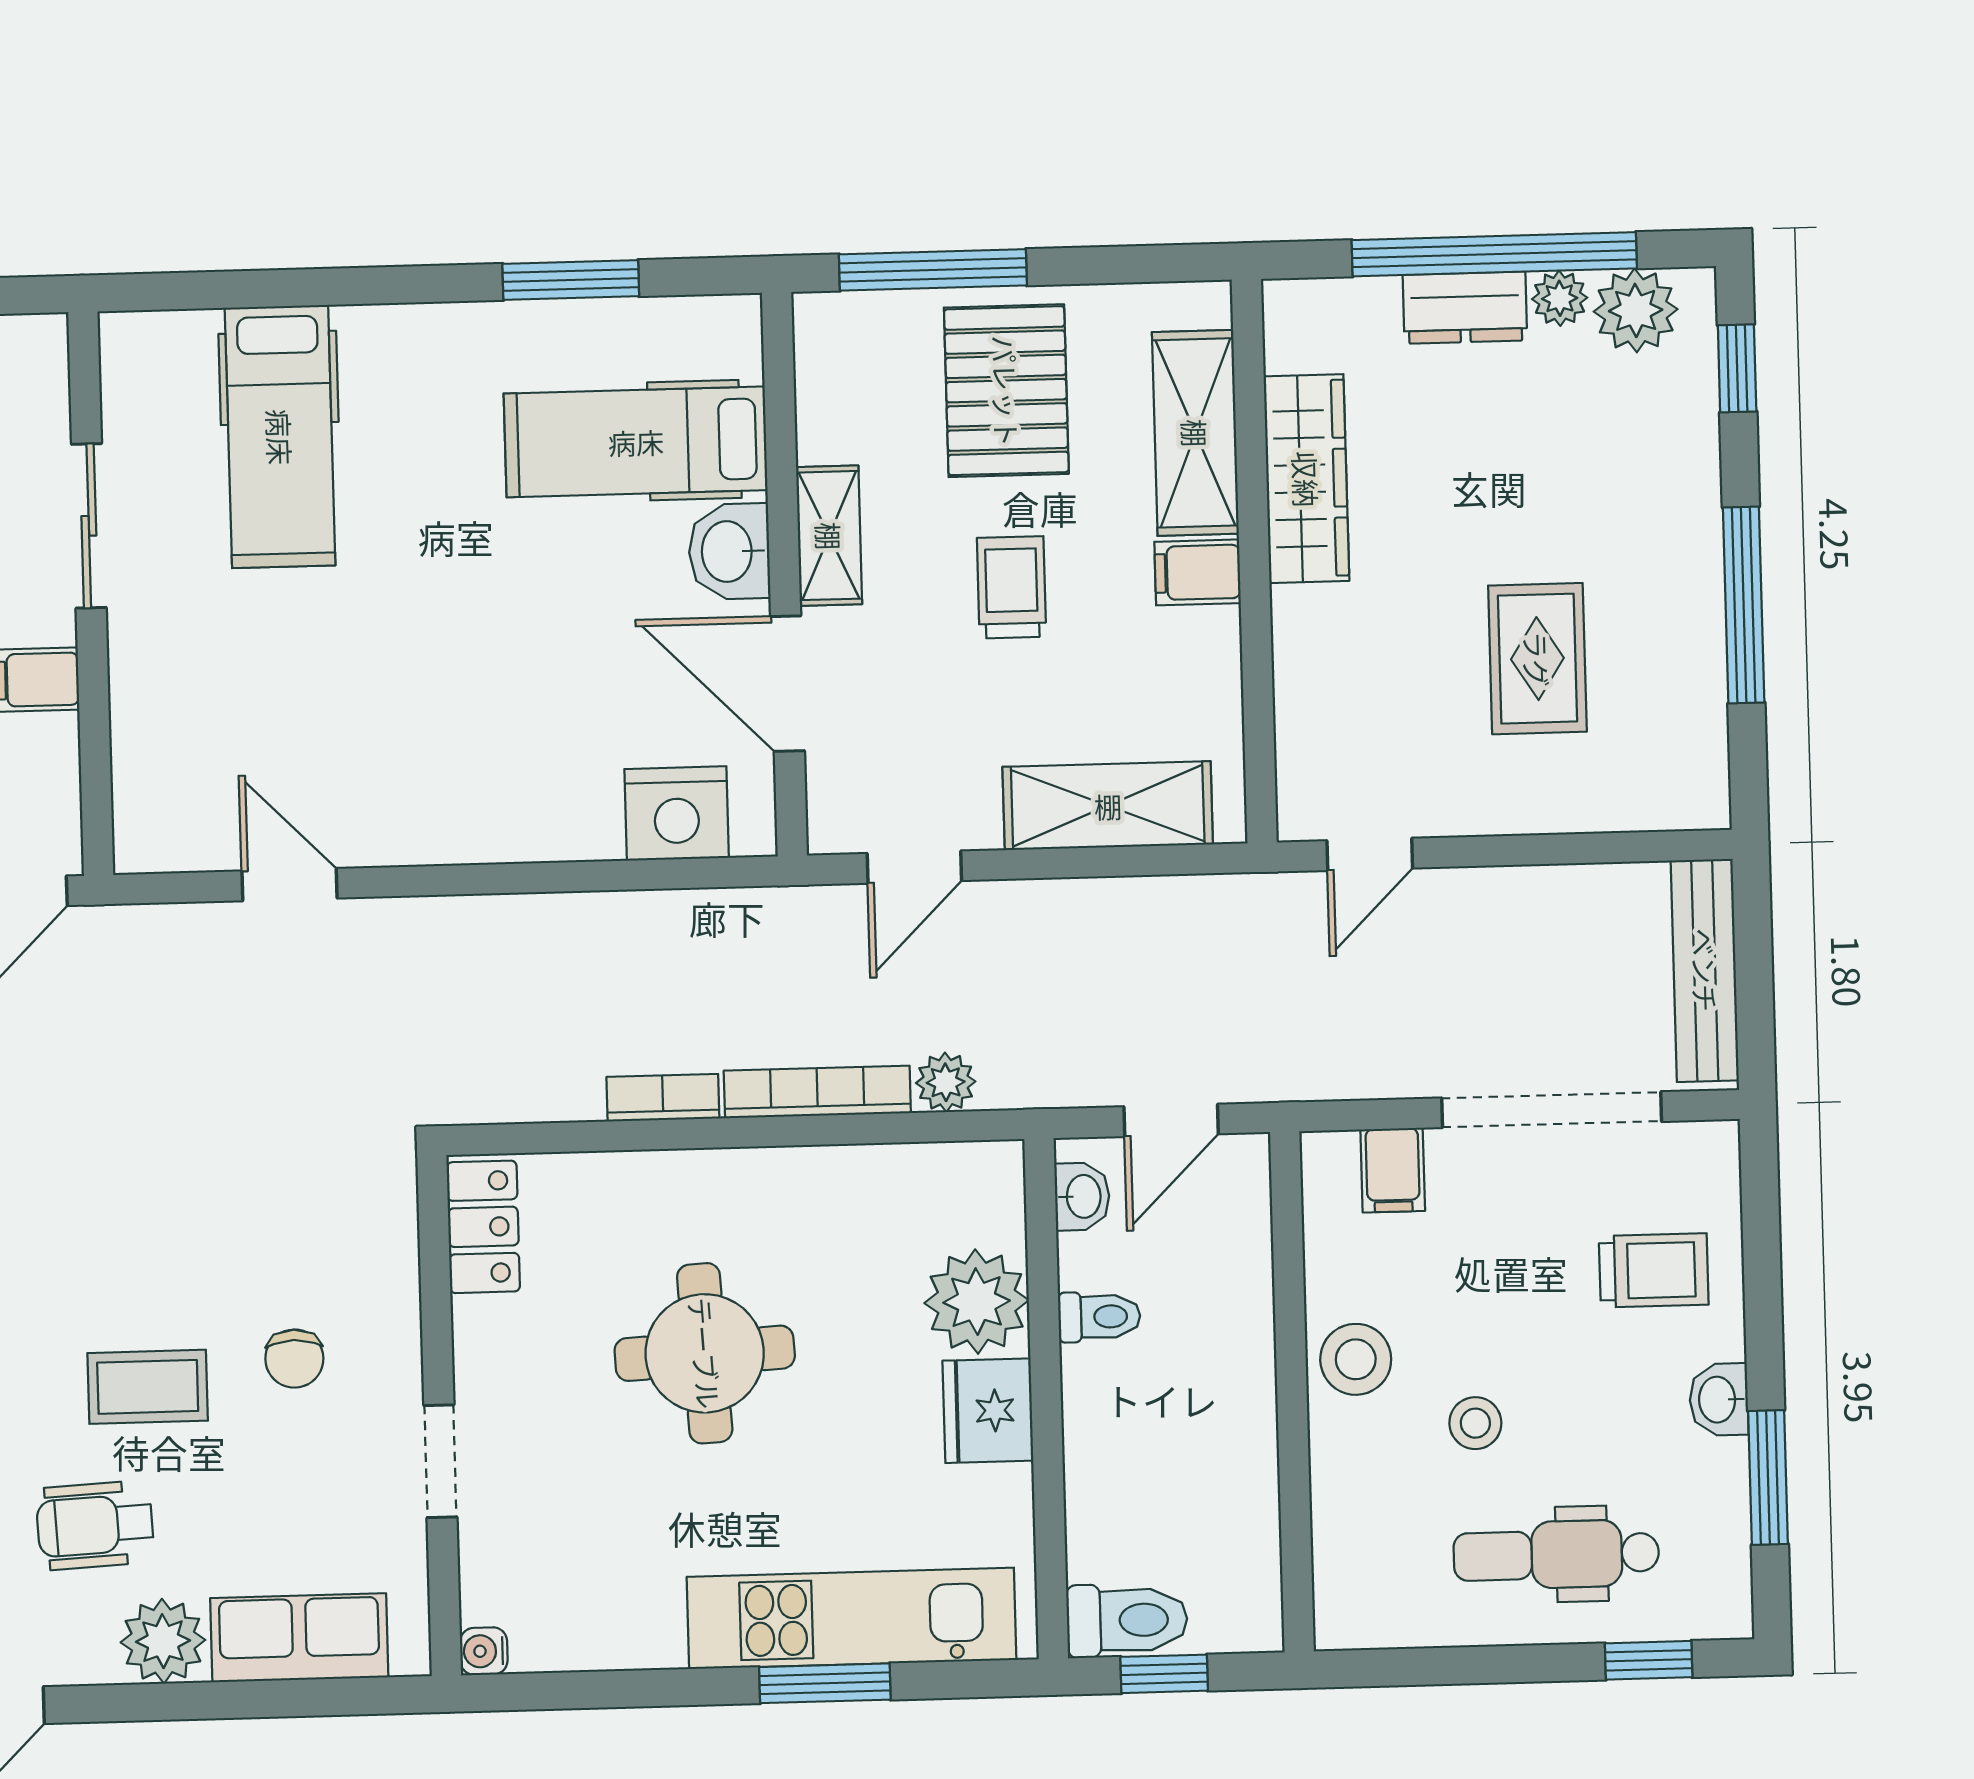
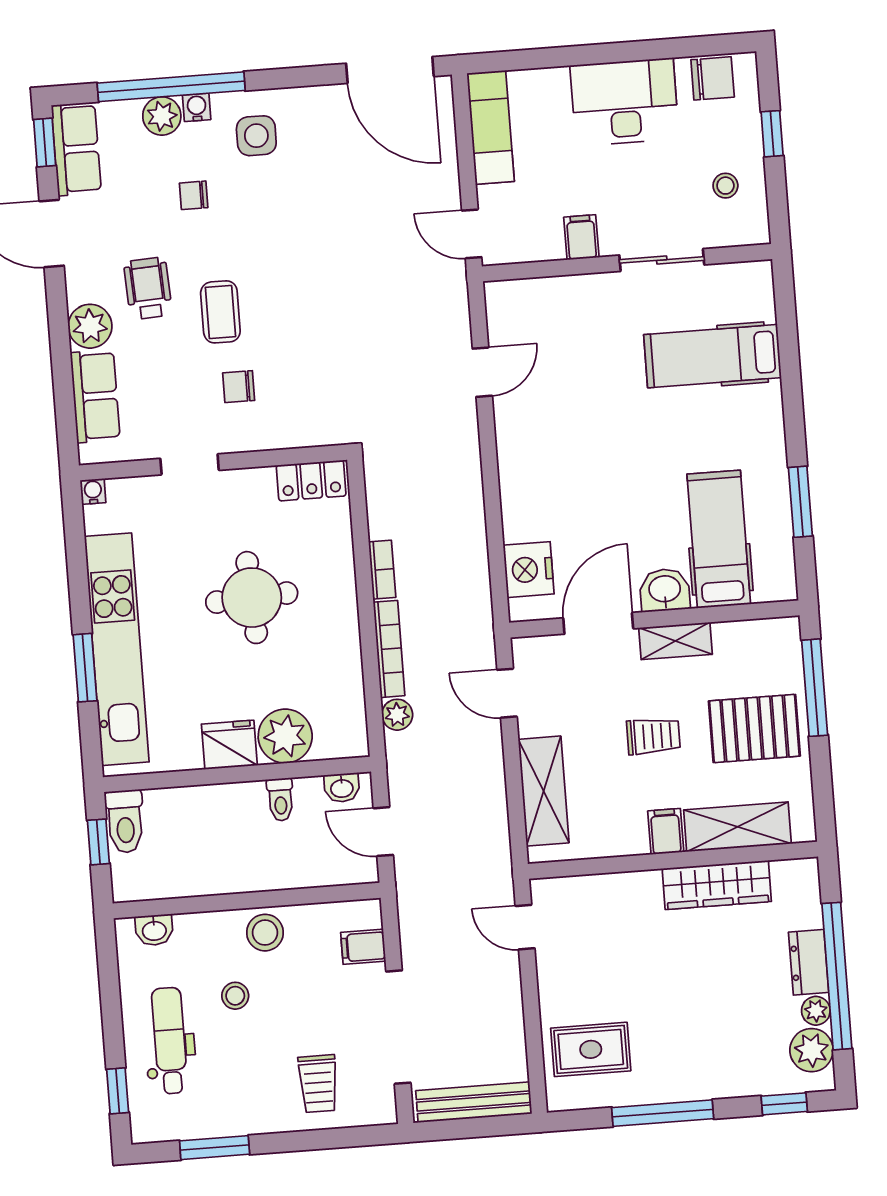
rug: (1537, 659) -> (591, 1049), moved
washbasin: (1719, 1400) -> (154, 930), moved, turned 180
kitchen unit: (852, 1618) -> (117, 649), width x1.36

